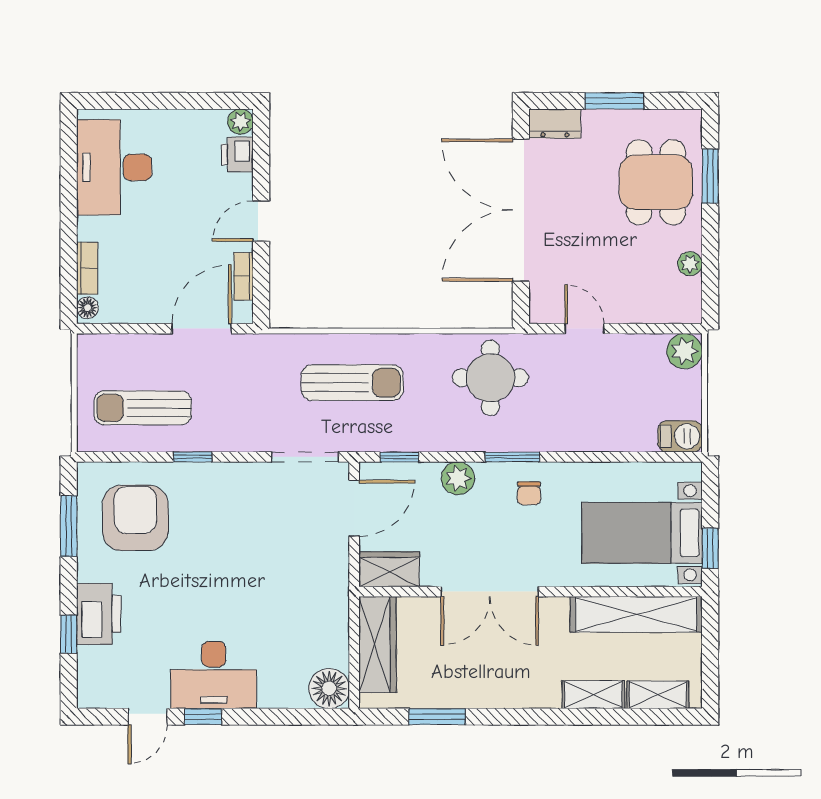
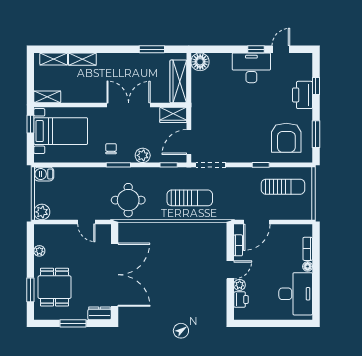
plant: (240, 122) -> (240, 285), moved
floor lamp: (88, 308) -> (308, 266), moved
sun lounger: (352, 383) -> (190, 198), turned 180
shelving: (636, 614) -> (47, 97), width x0.45, depth x0.75

